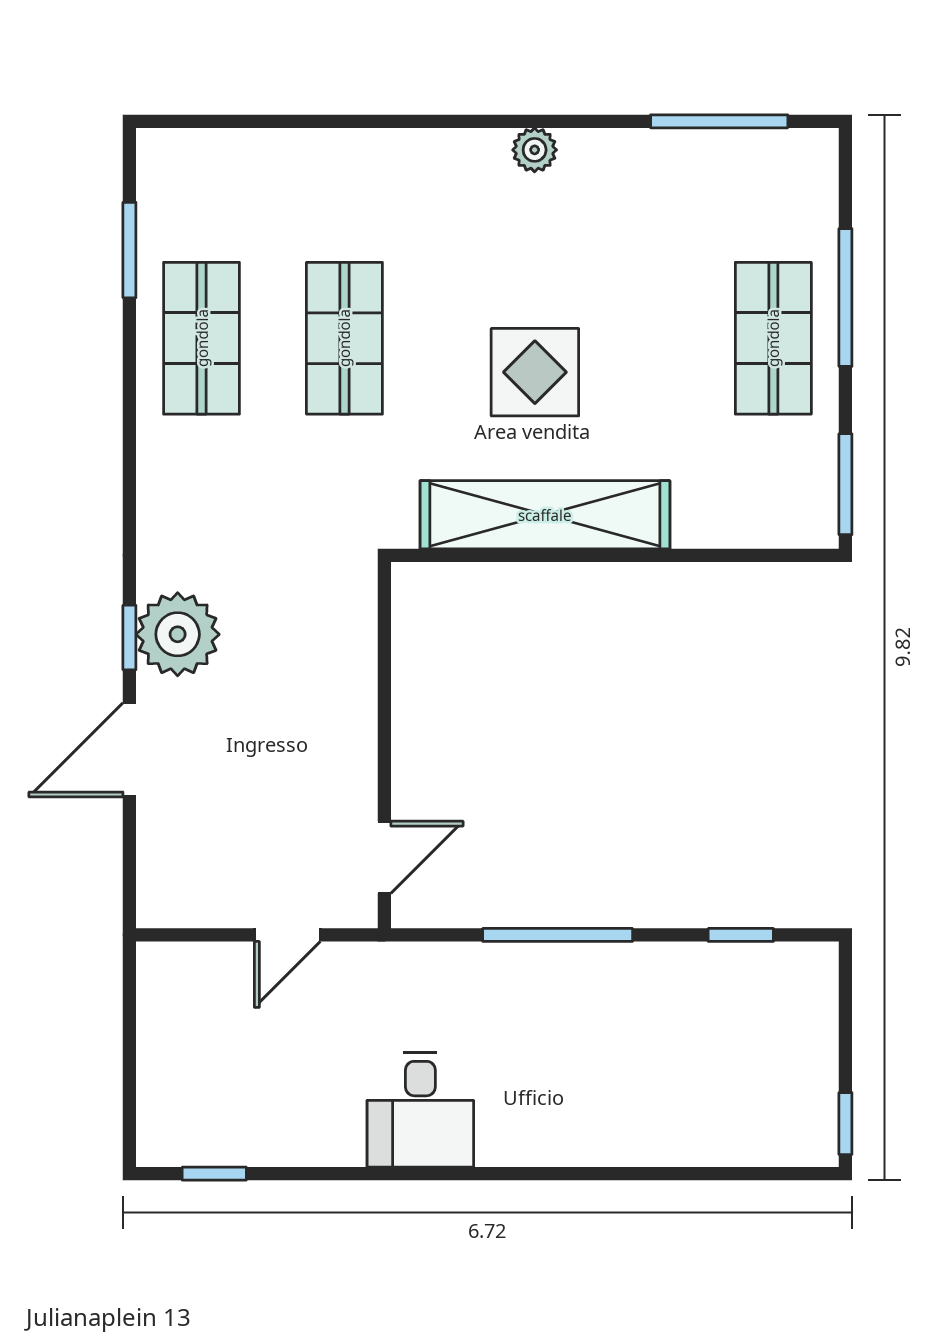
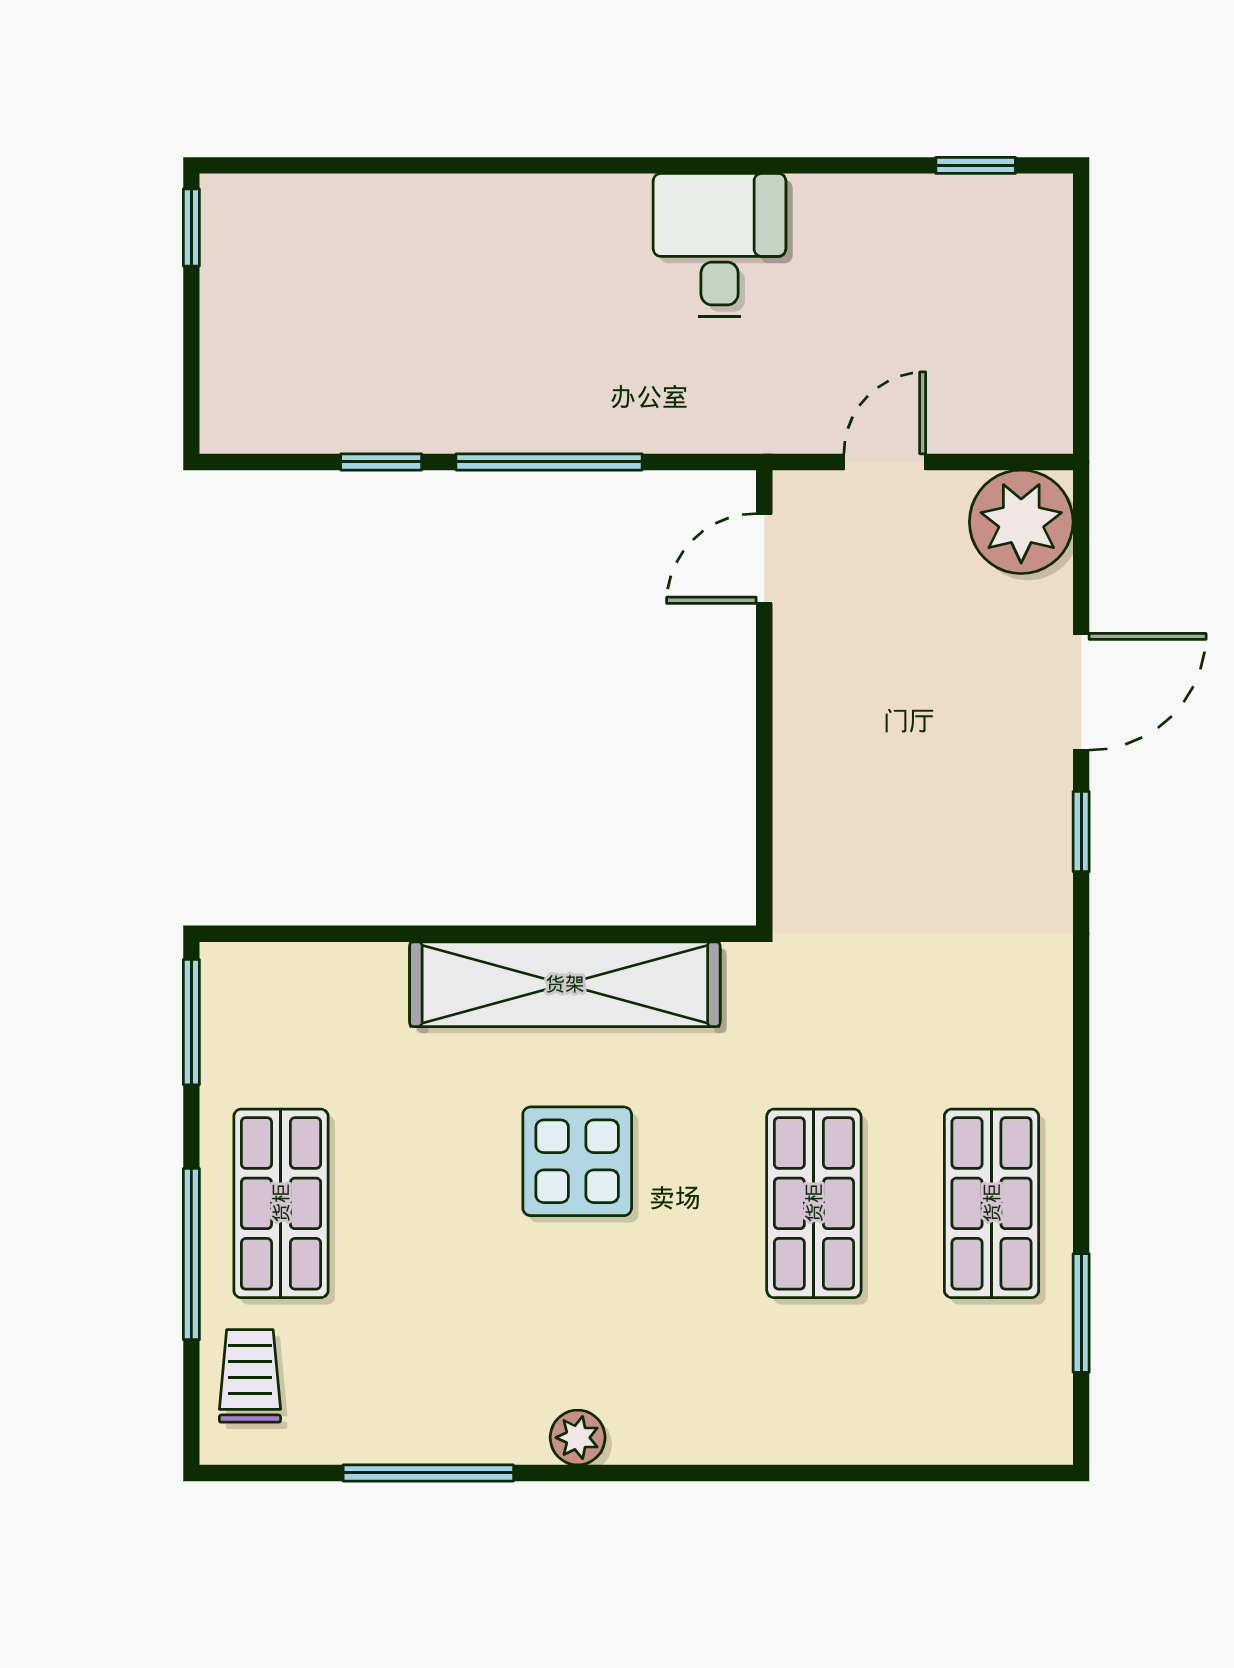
window: (719, 121) -> (428, 1473), moved
trolley: (798, 199) -> (250, 1376), added
plant: (178, 634) -> (1021, 522), moved
window: (741, 935) -> (381, 462), moved

